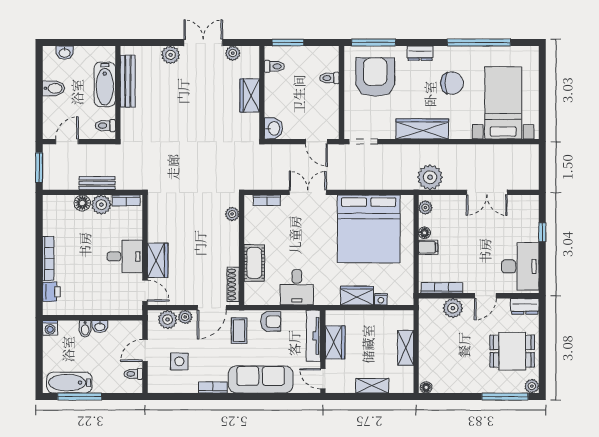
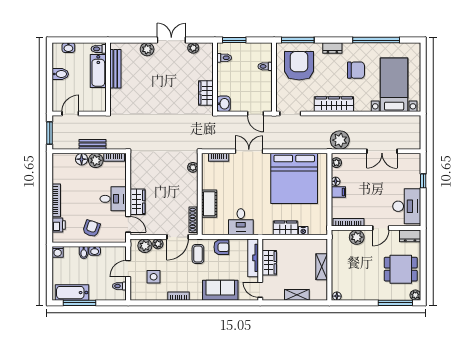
wardrobe: (250, 95) -> (206, 93), moved
toilet: (105, 126) -> (99, 49), moved
armchair: (96, 296) -> (91, 228), added
sofa: (261, 379) -> (220, 290), width x0.73

